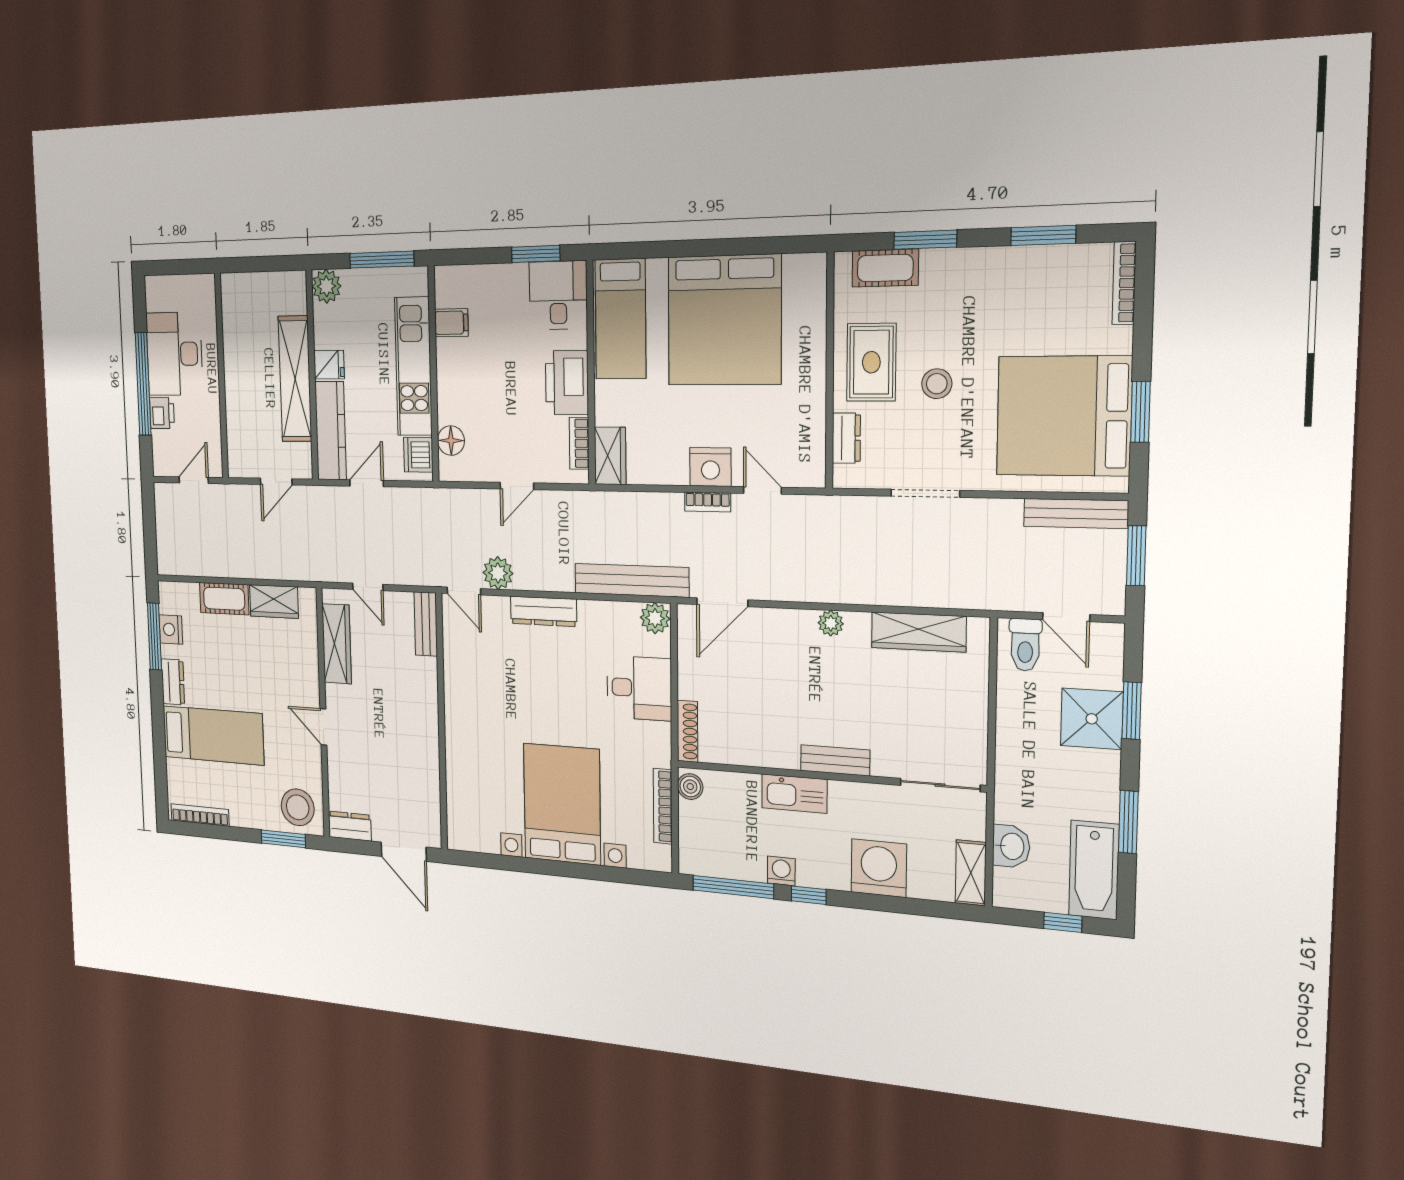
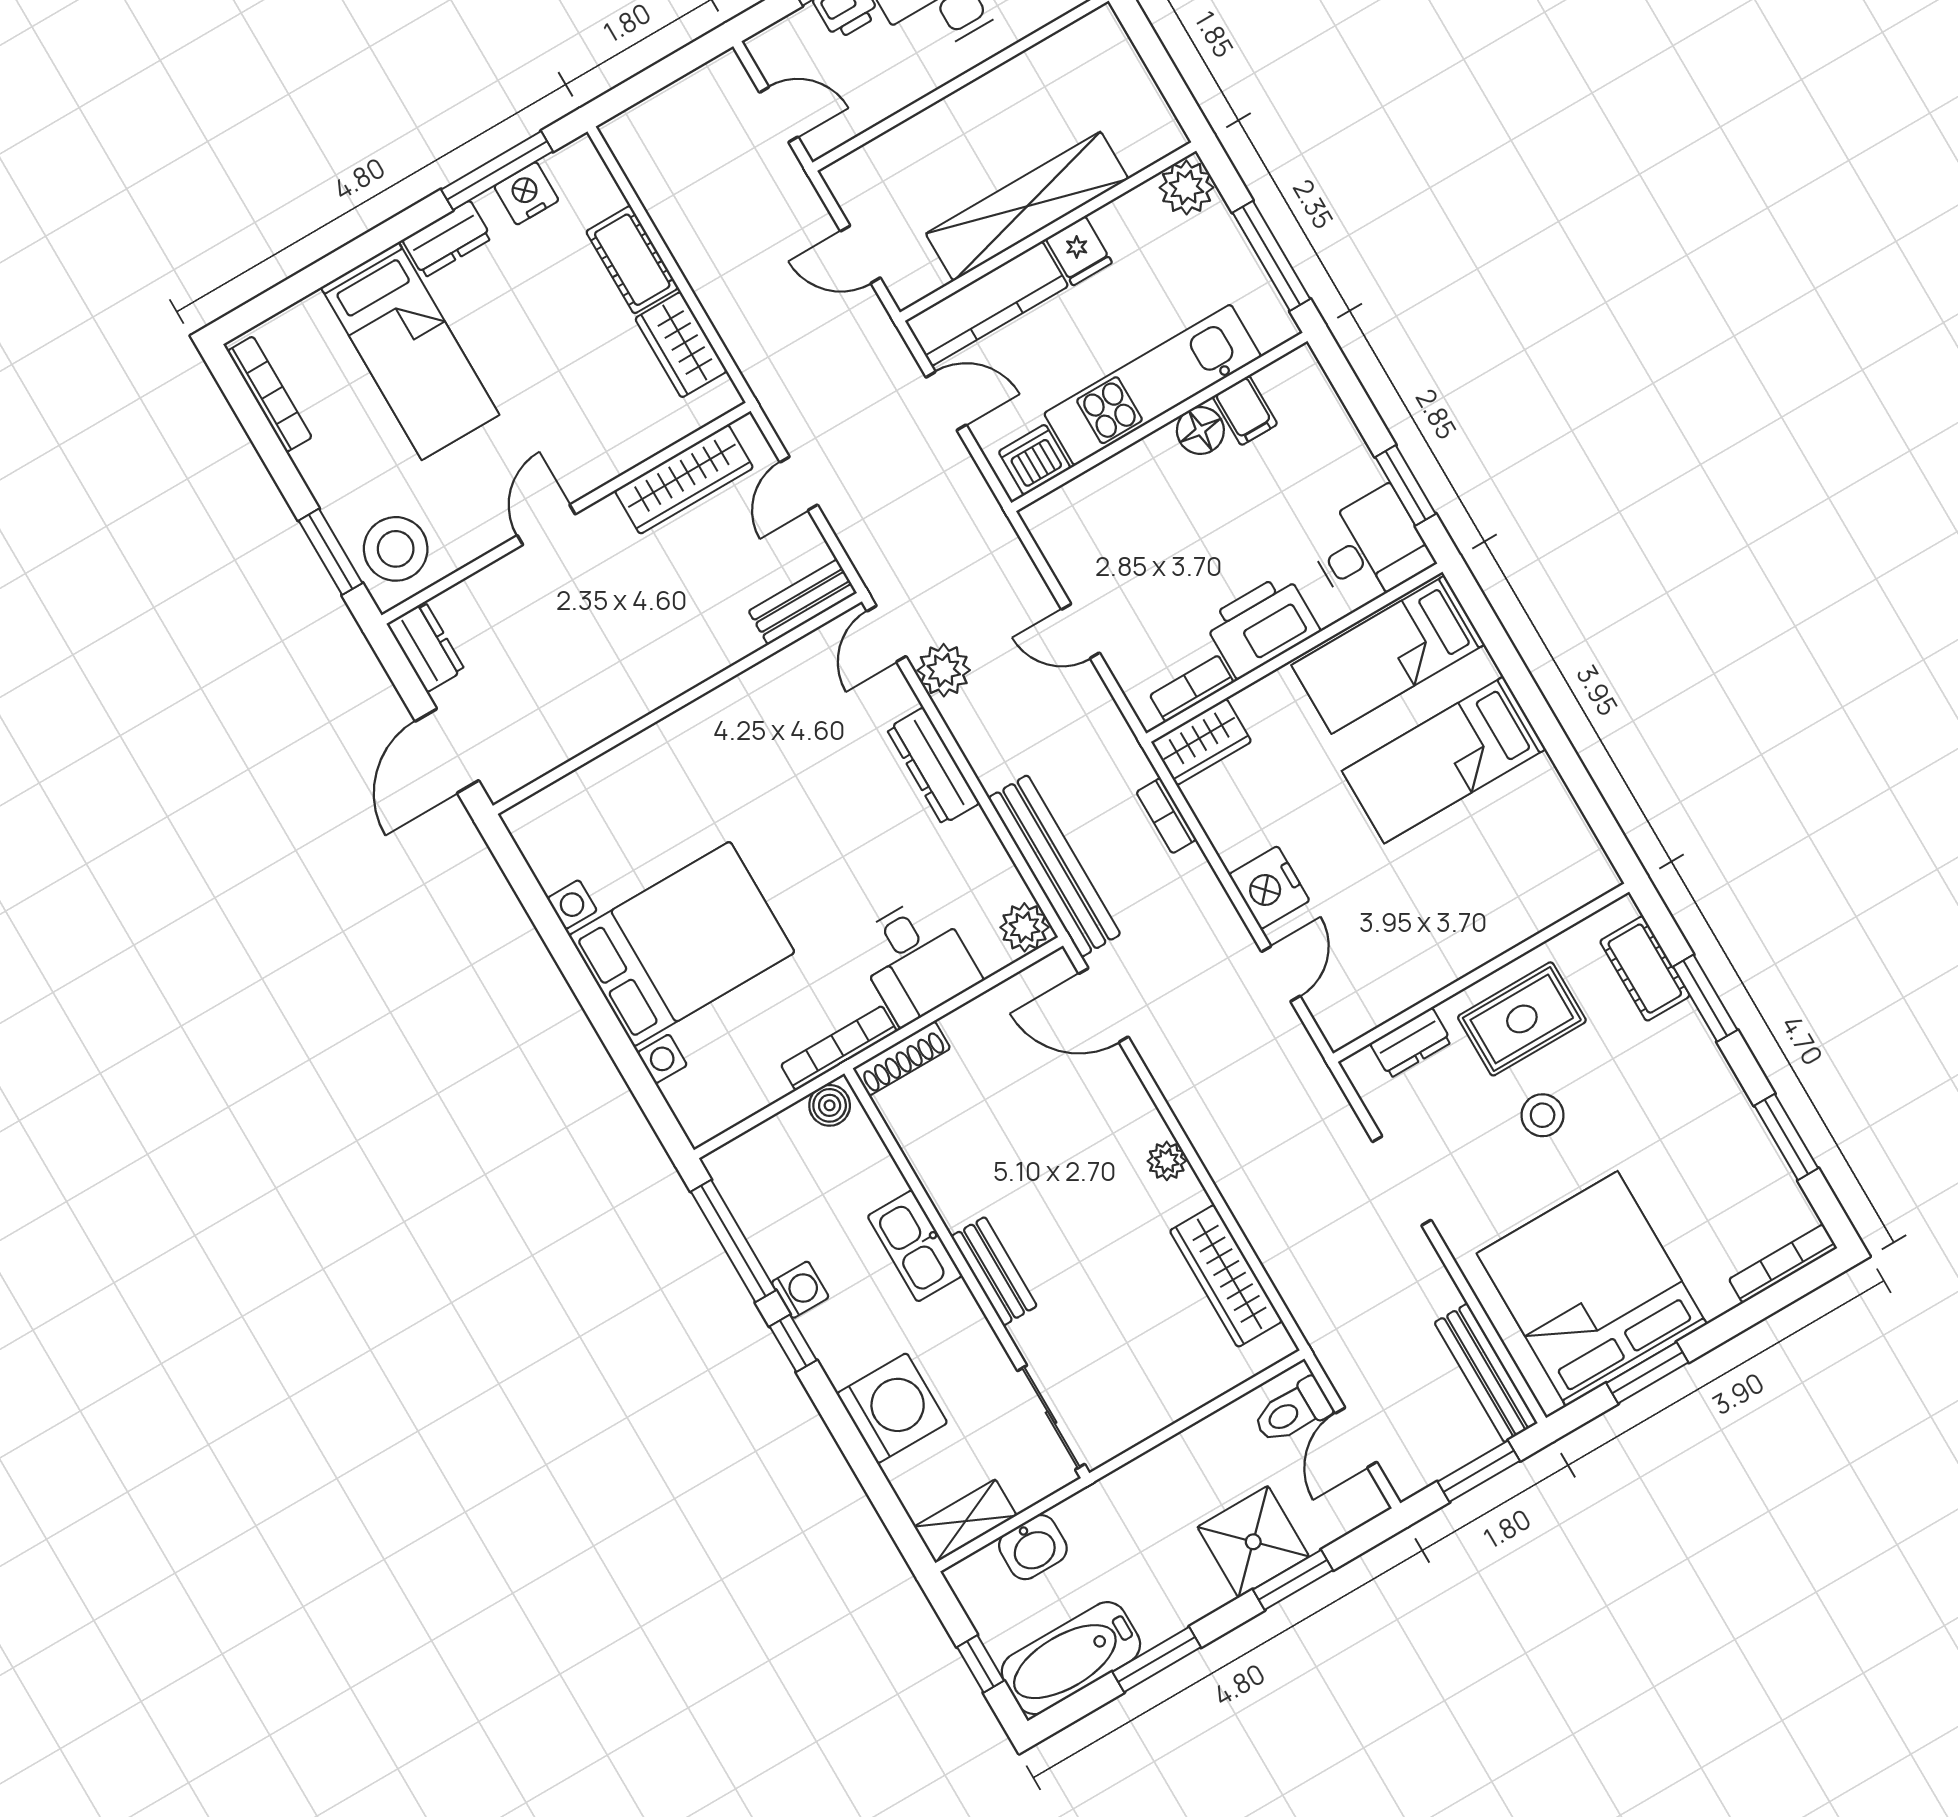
bed: (724, 320) -> (1444, 760), width x0.49
floor lamp: (451, 441) -> (1200, 430), moved
bookcase: (708, 502) -> (1166, 816), moved
bookcase: (663, 806) -> (839, 1048), moved

